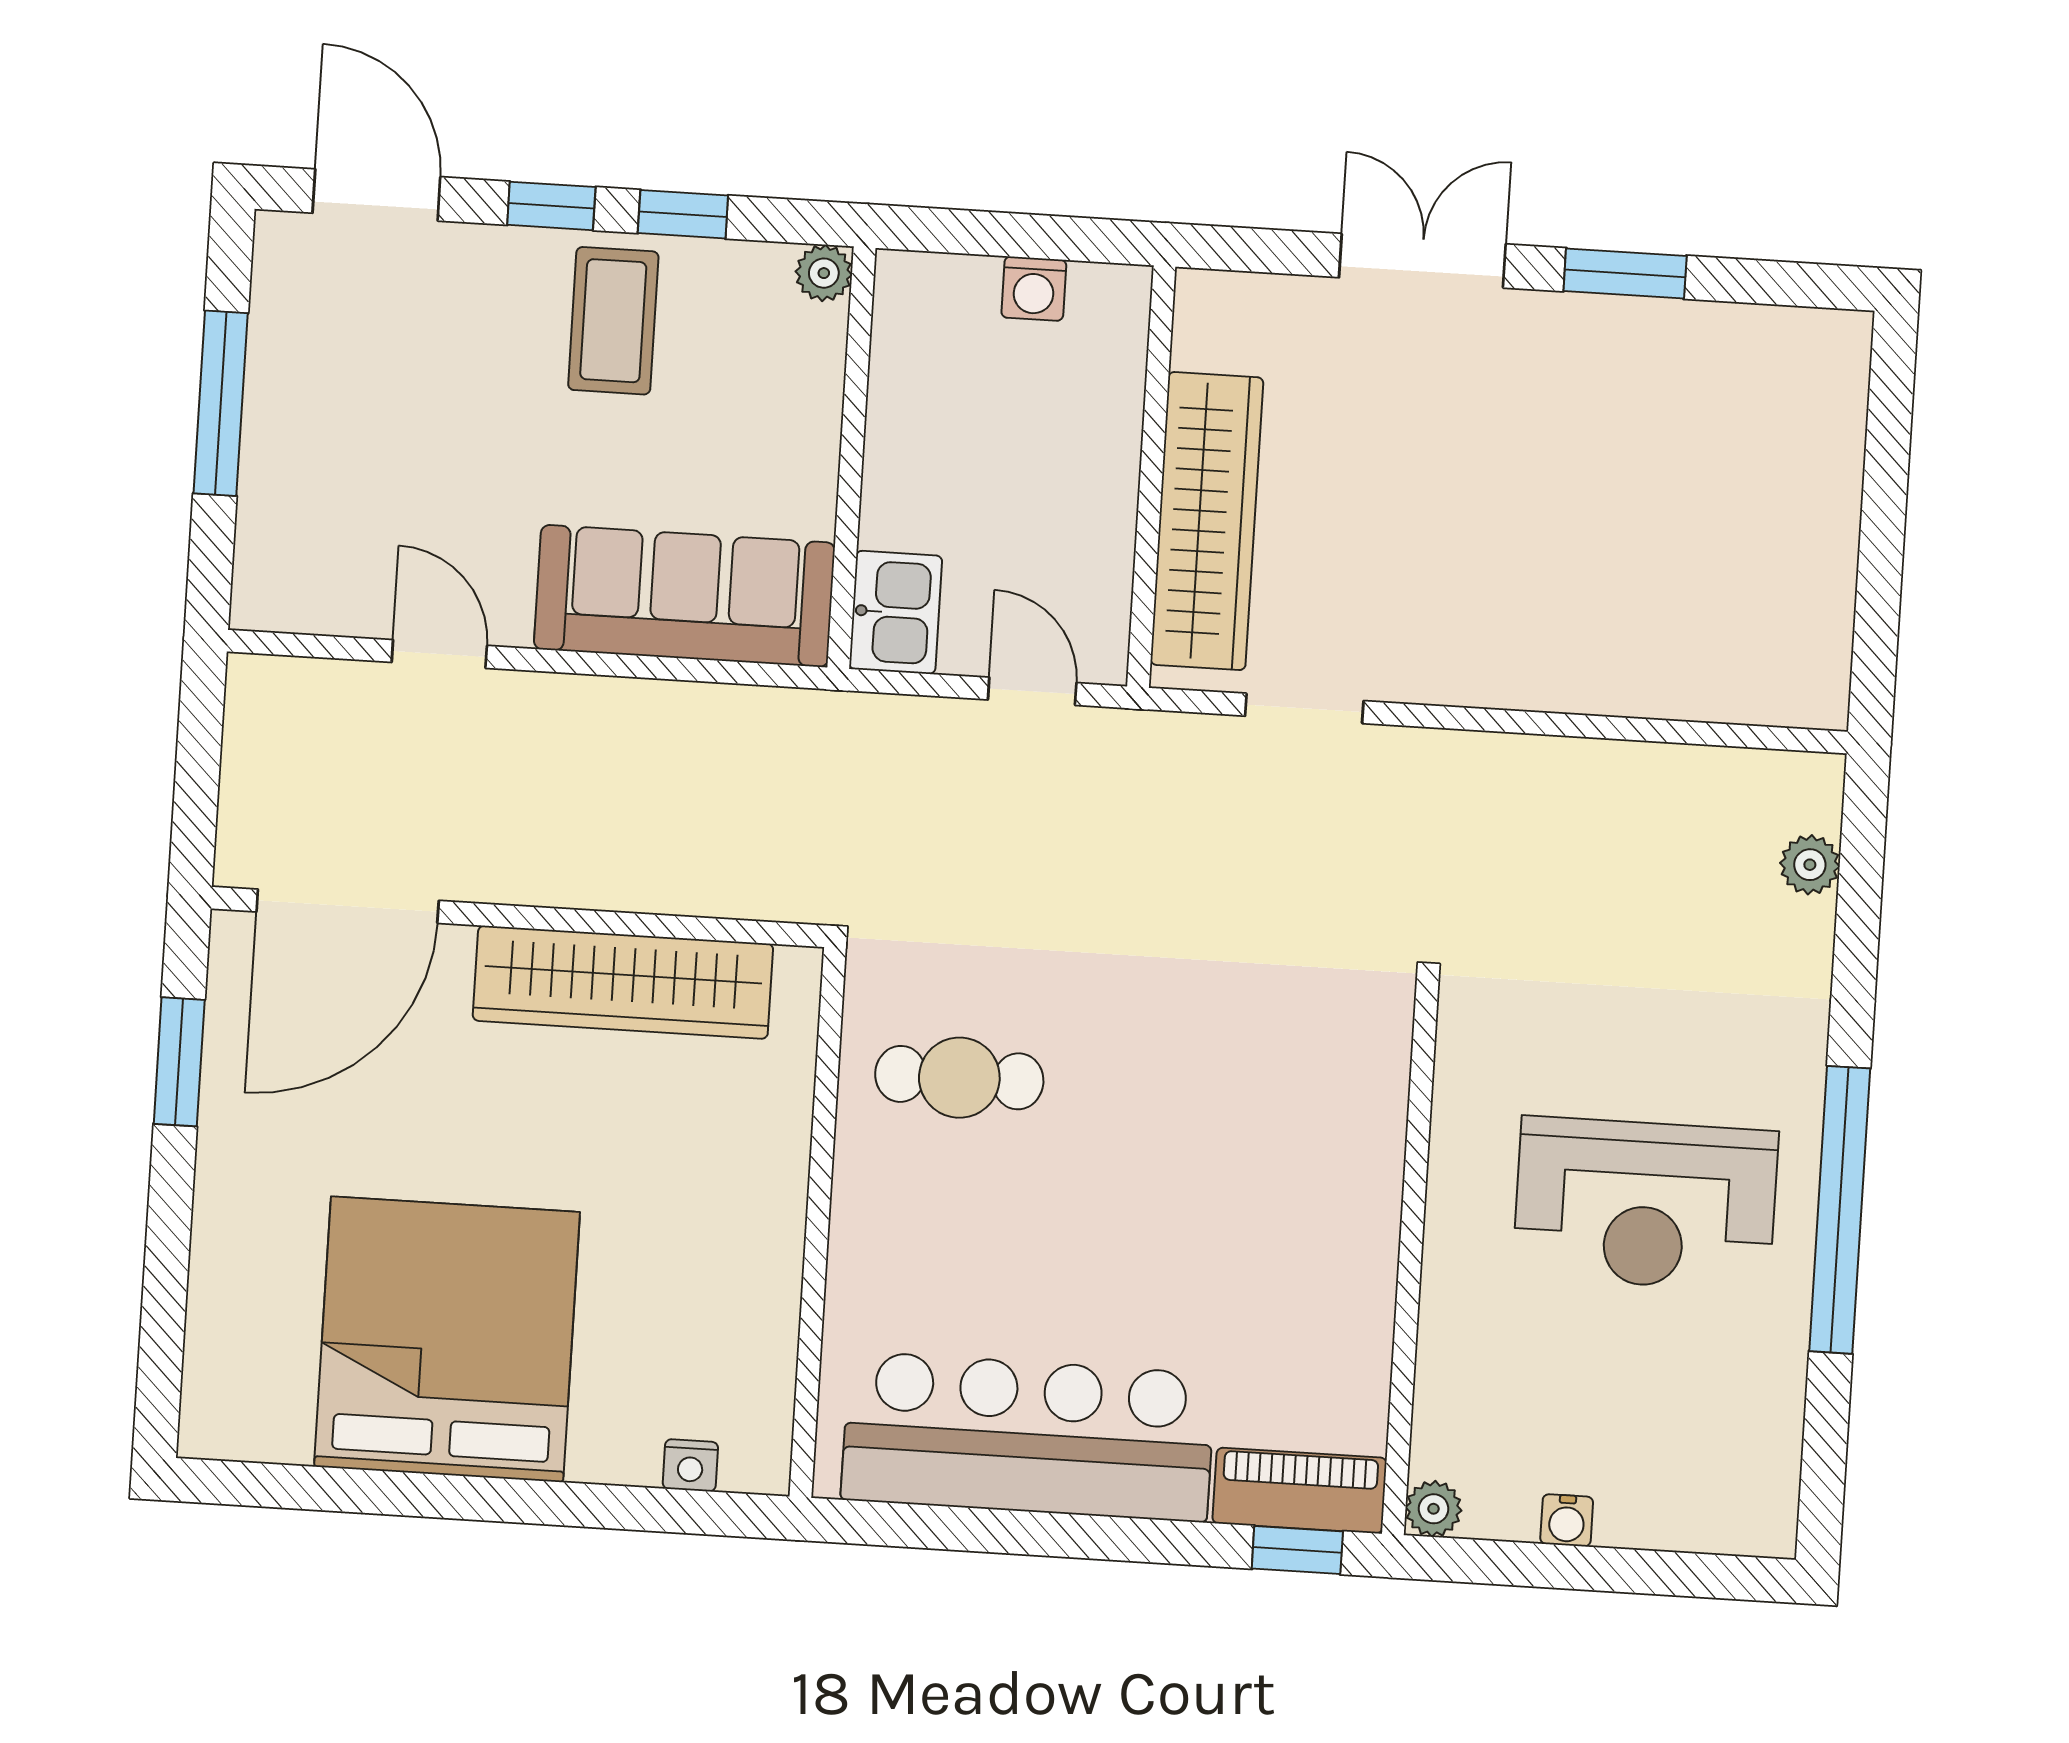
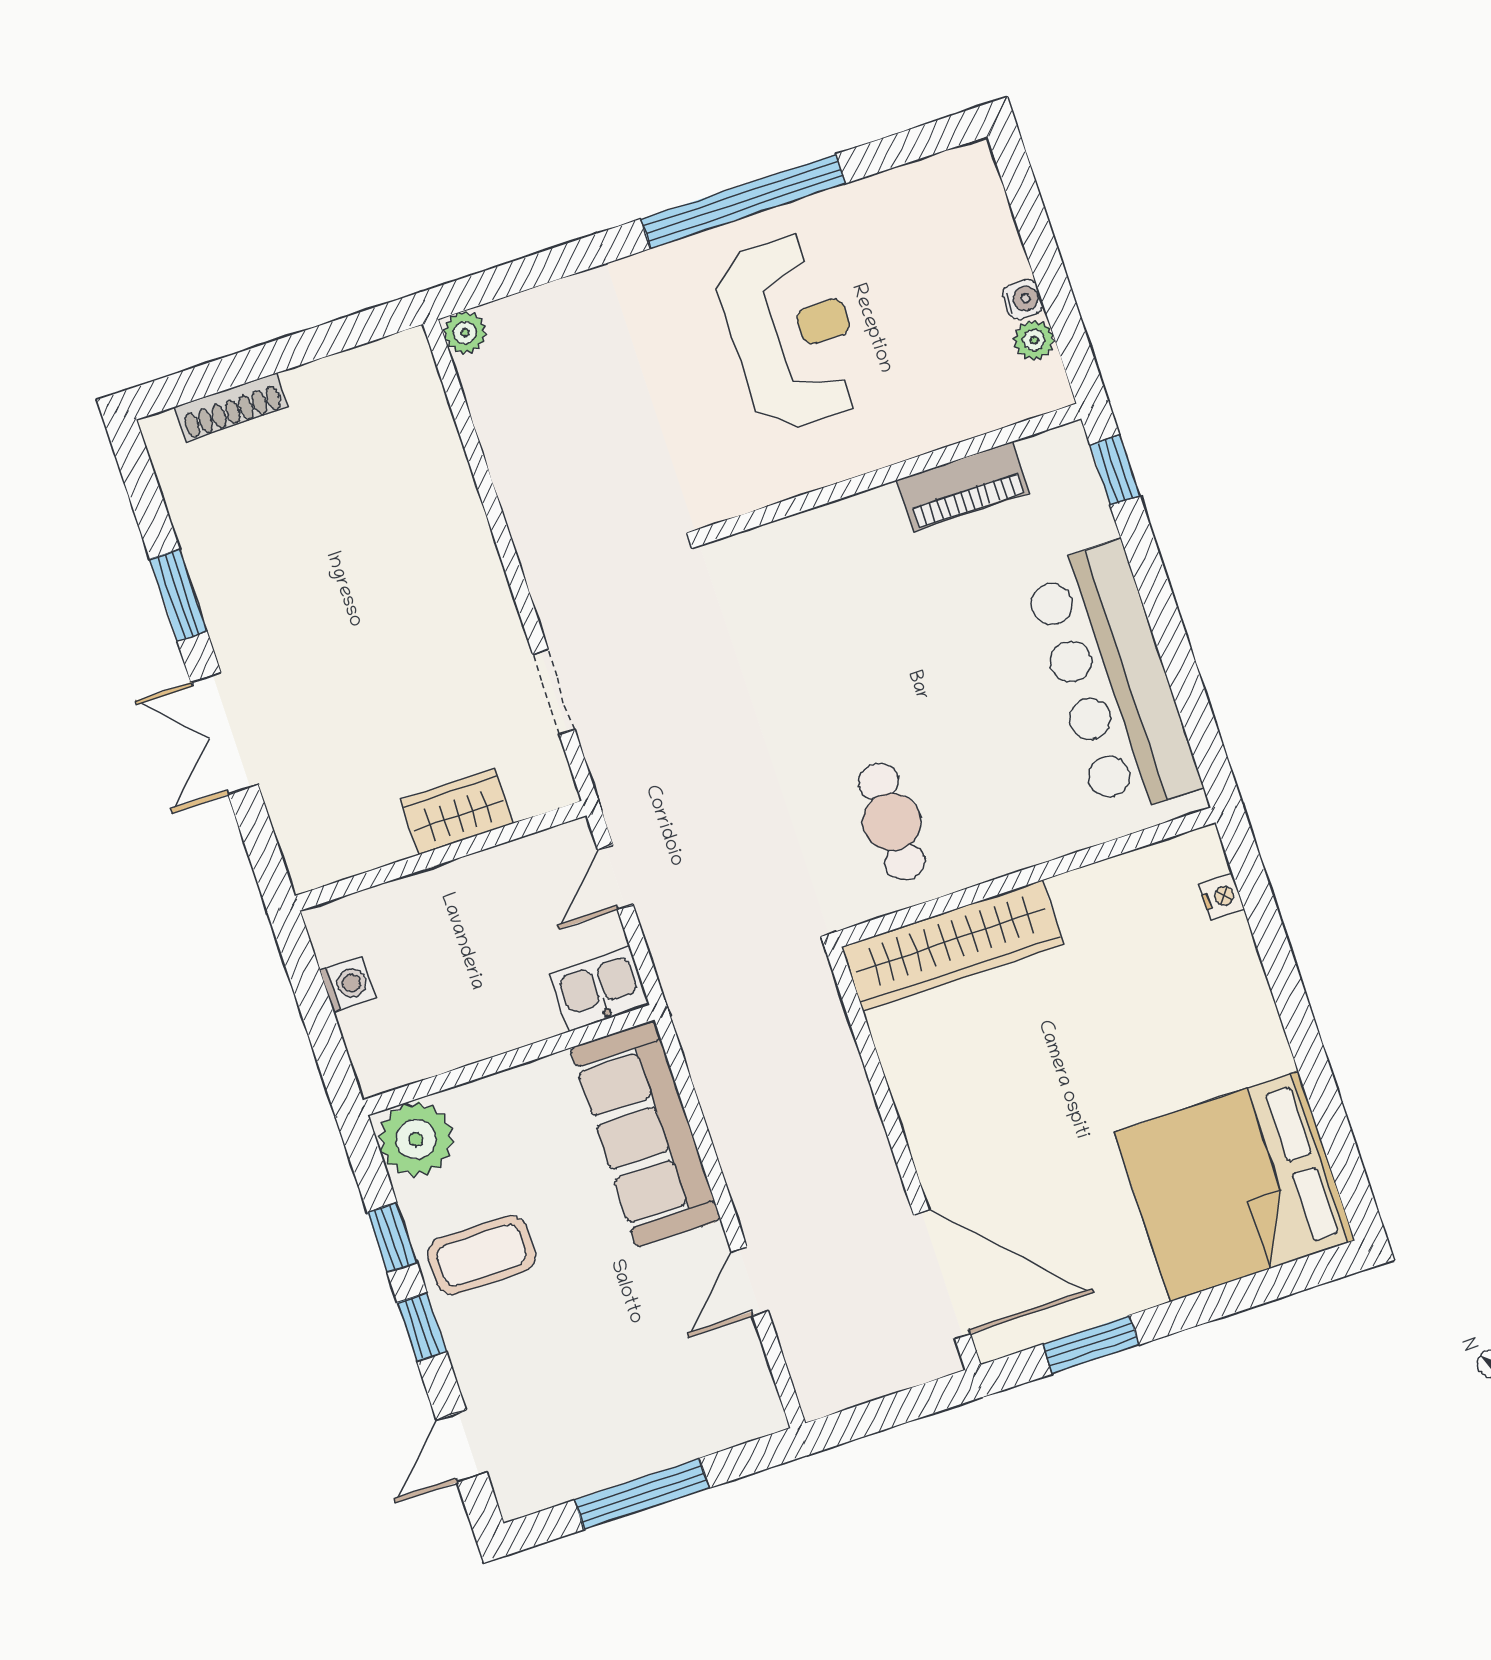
door: (376, 195) -> (462, 1446), width x0.73
plant: (824, 273) -> (416, 1139), width x1.88, depth x1.88
shoe rack: (1841, 440) -> (231, 407), added
wardrobe: (1207, 521) -> (457, 812), width x0.48, depth x0.85
plant: (1810, 865) -> (465, 333), moved
wardrobe: (623, 982) -> (952, 946), moved, turned 90
bed: (447, 1339) -> (1235, 1186), moved
piano: (1300, 1491) -> (963, 486), moved, turned -90
plant: (1434, 1509) -> (1034, 340), moved

